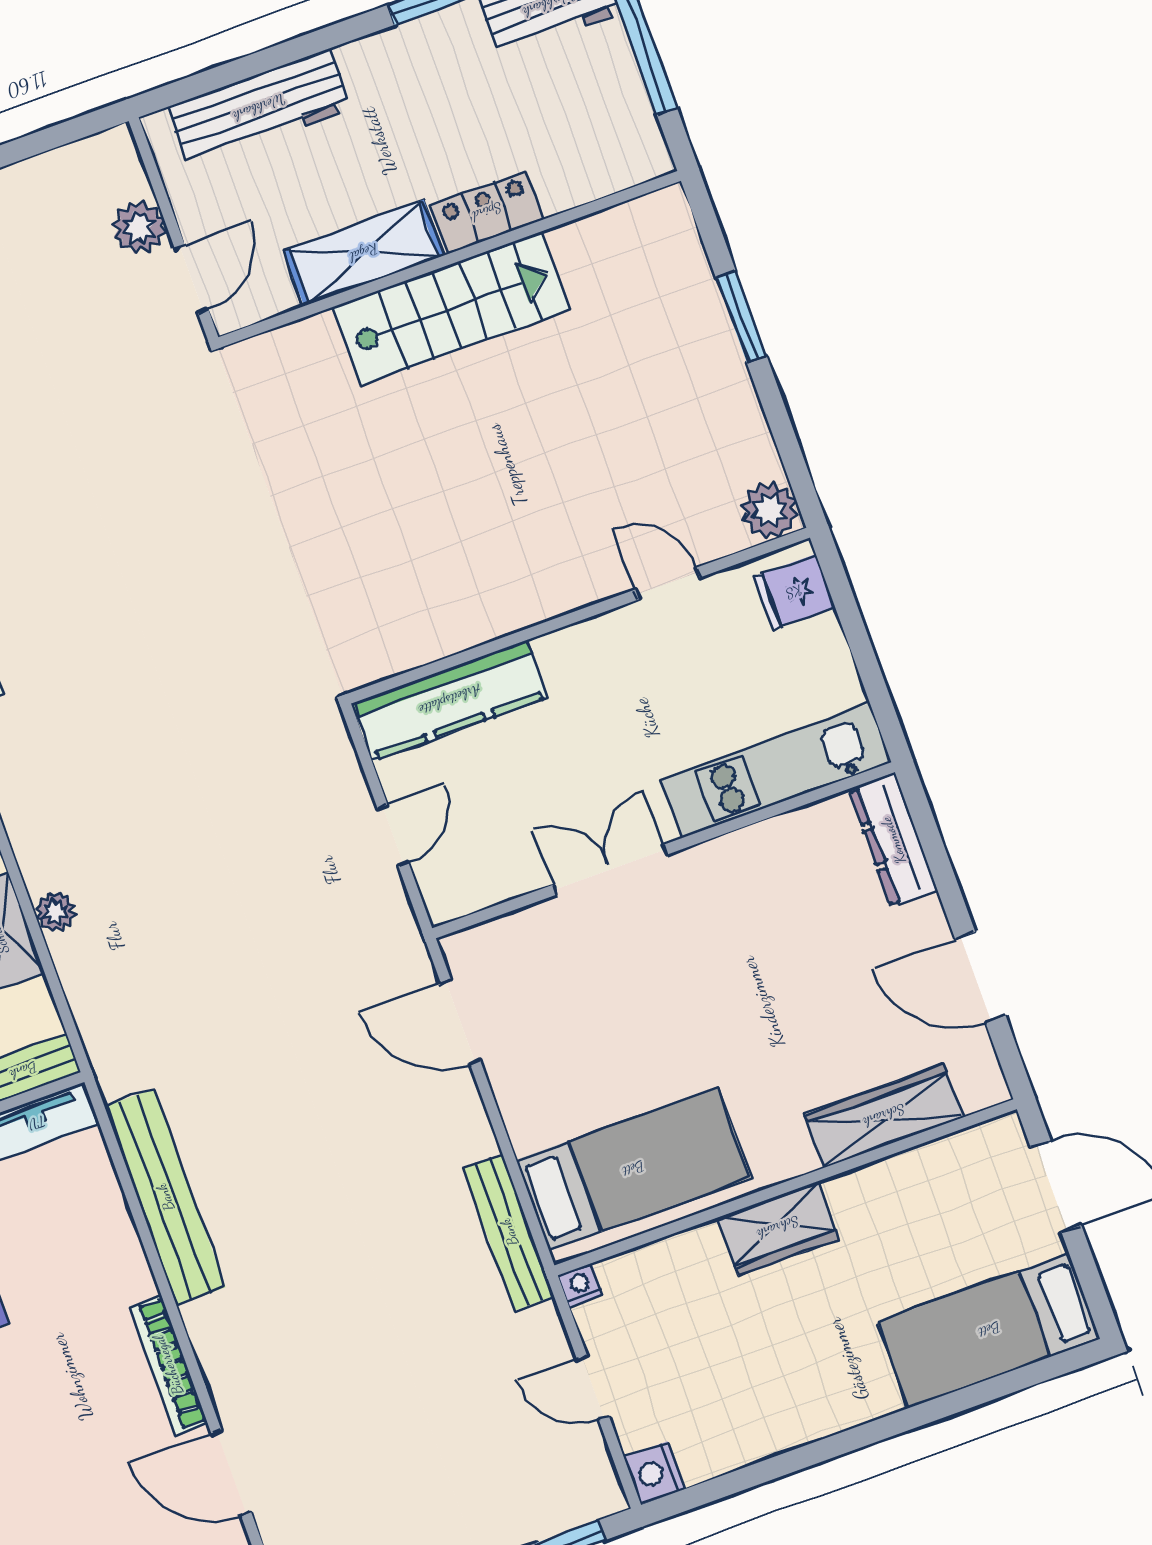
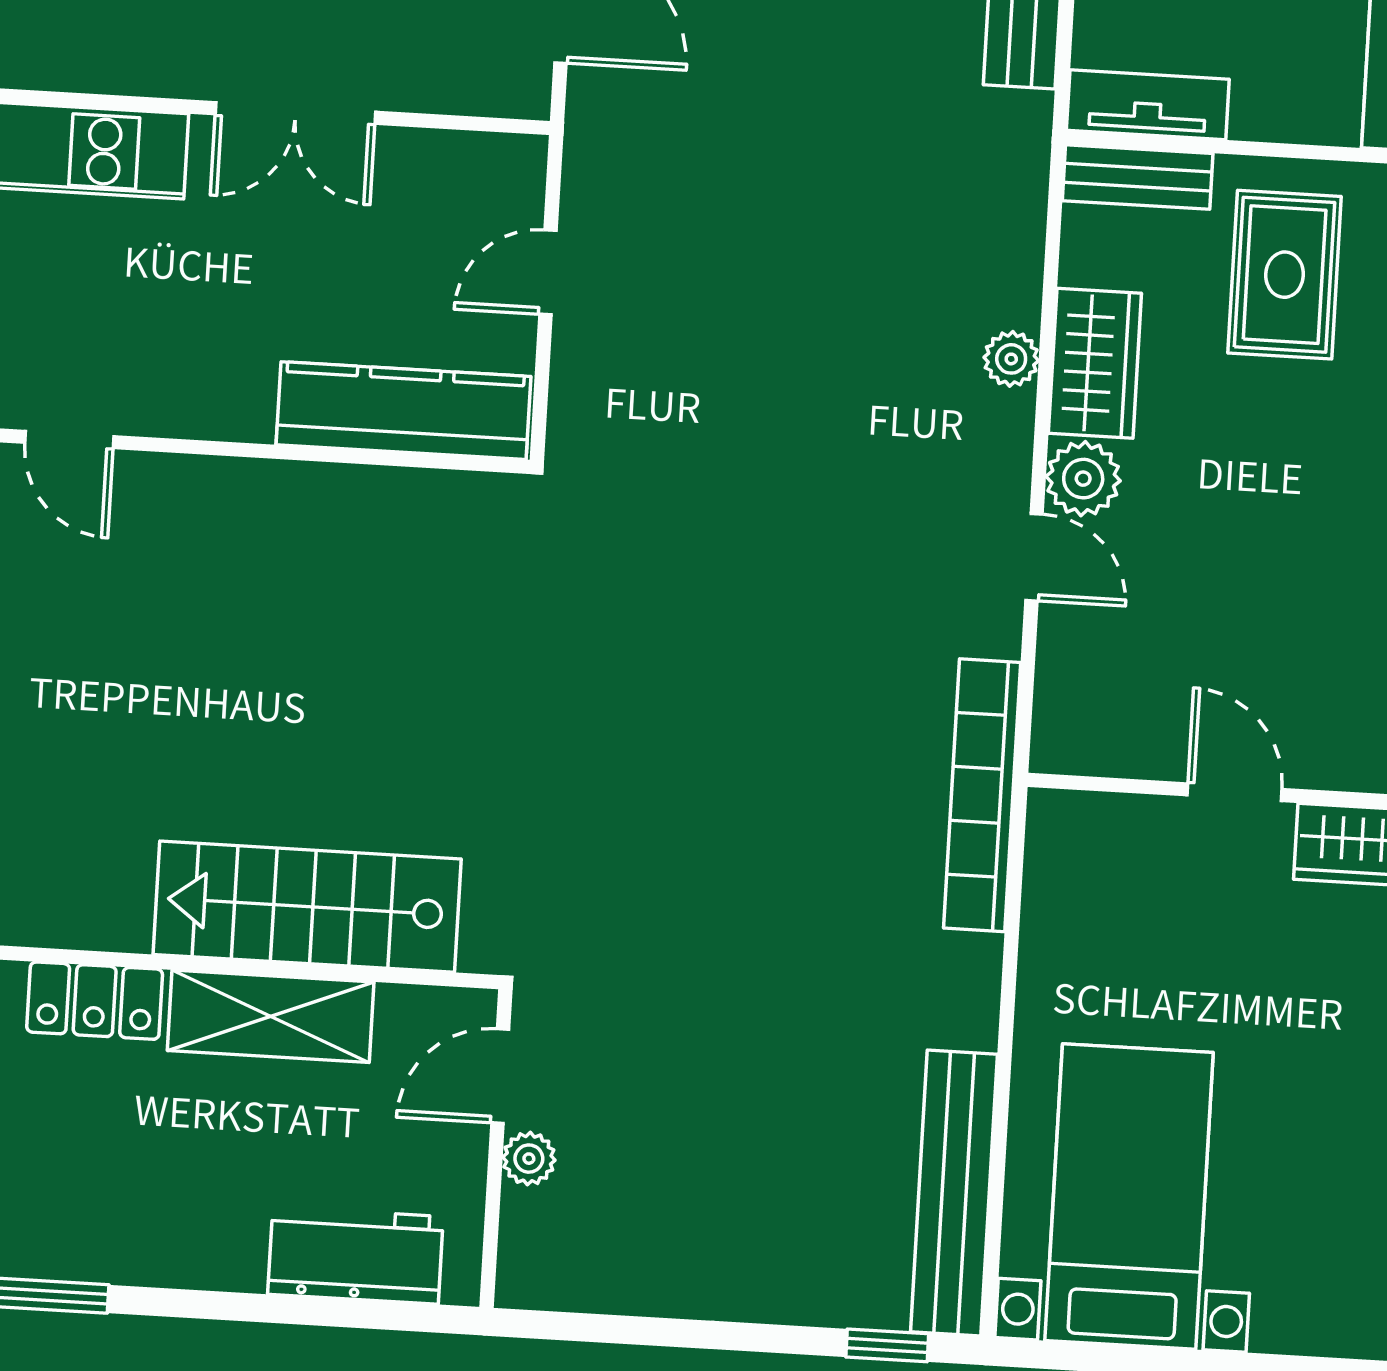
workbench: (259, 108) -> (355, 1255), width x0.73
plant: (139, 227) -> (529, 1159), width x0.73, depth x0.73
stairs: (451, 309) -> (307, 907), moved

